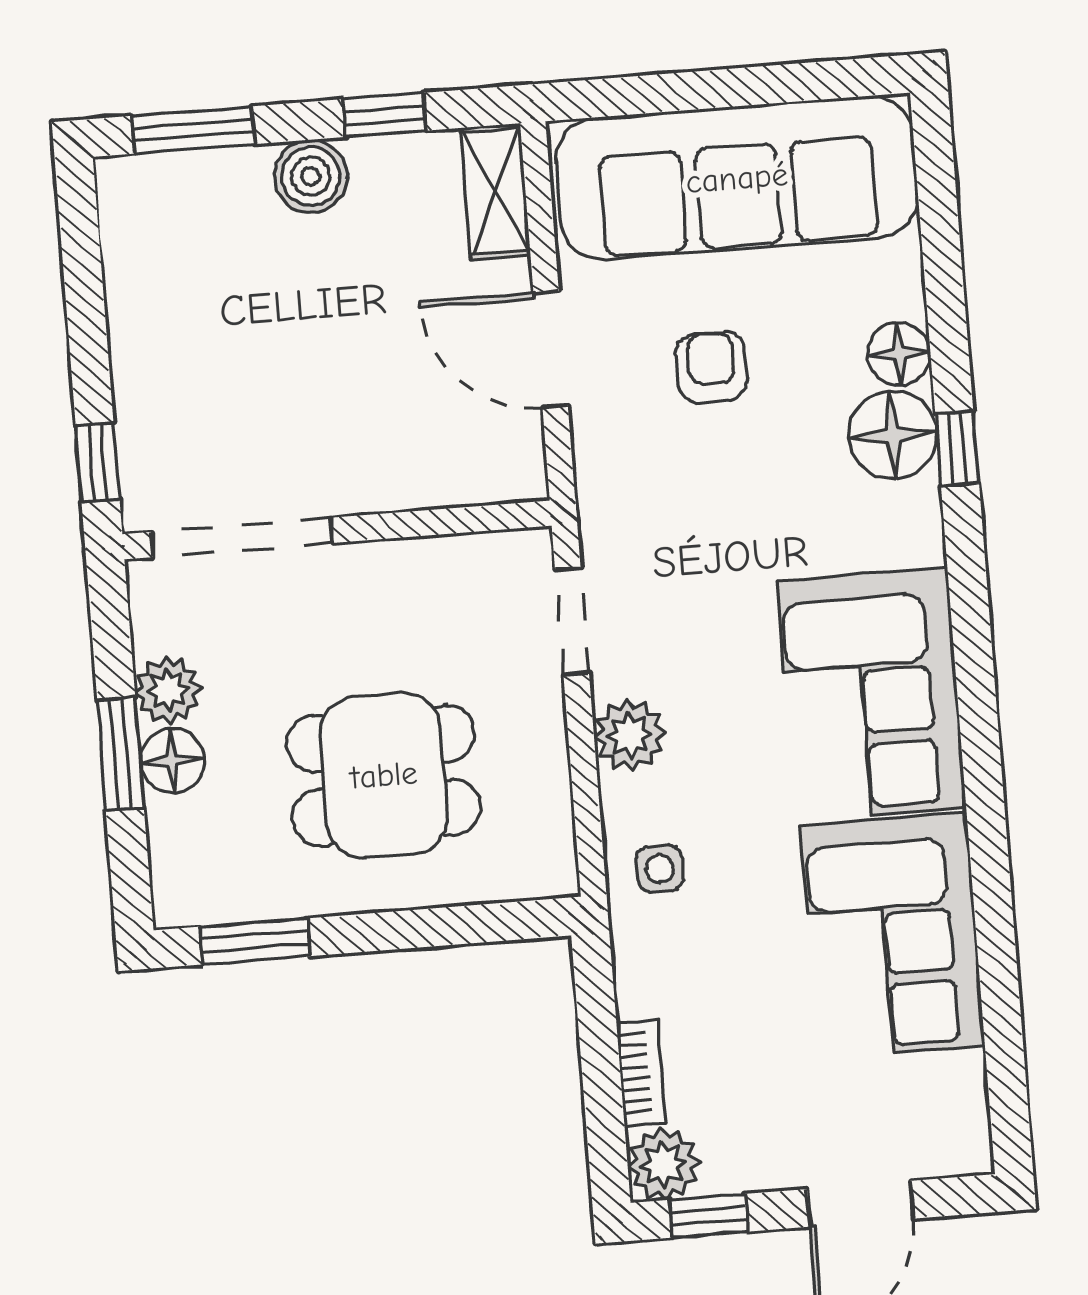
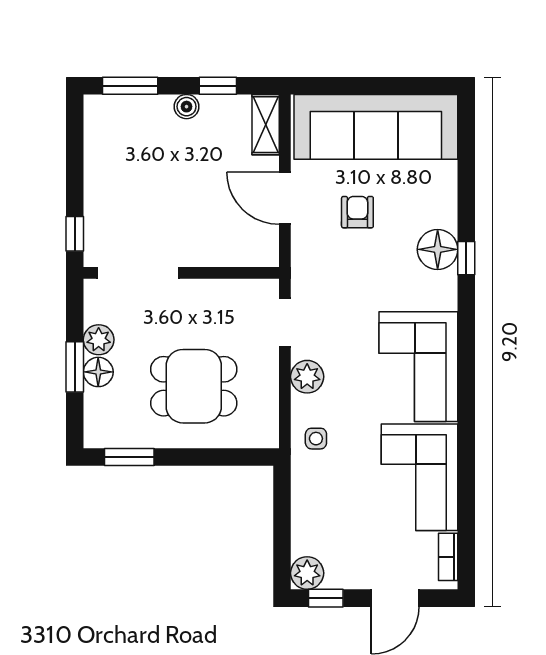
boiler: (311, 176) -> (187, 107), width x0.73, depth x0.73
floor lamp: (899, 353) -> (443, 213), removed
bookcase: (641, 1073) -> (448, 557), moved, turned 180

